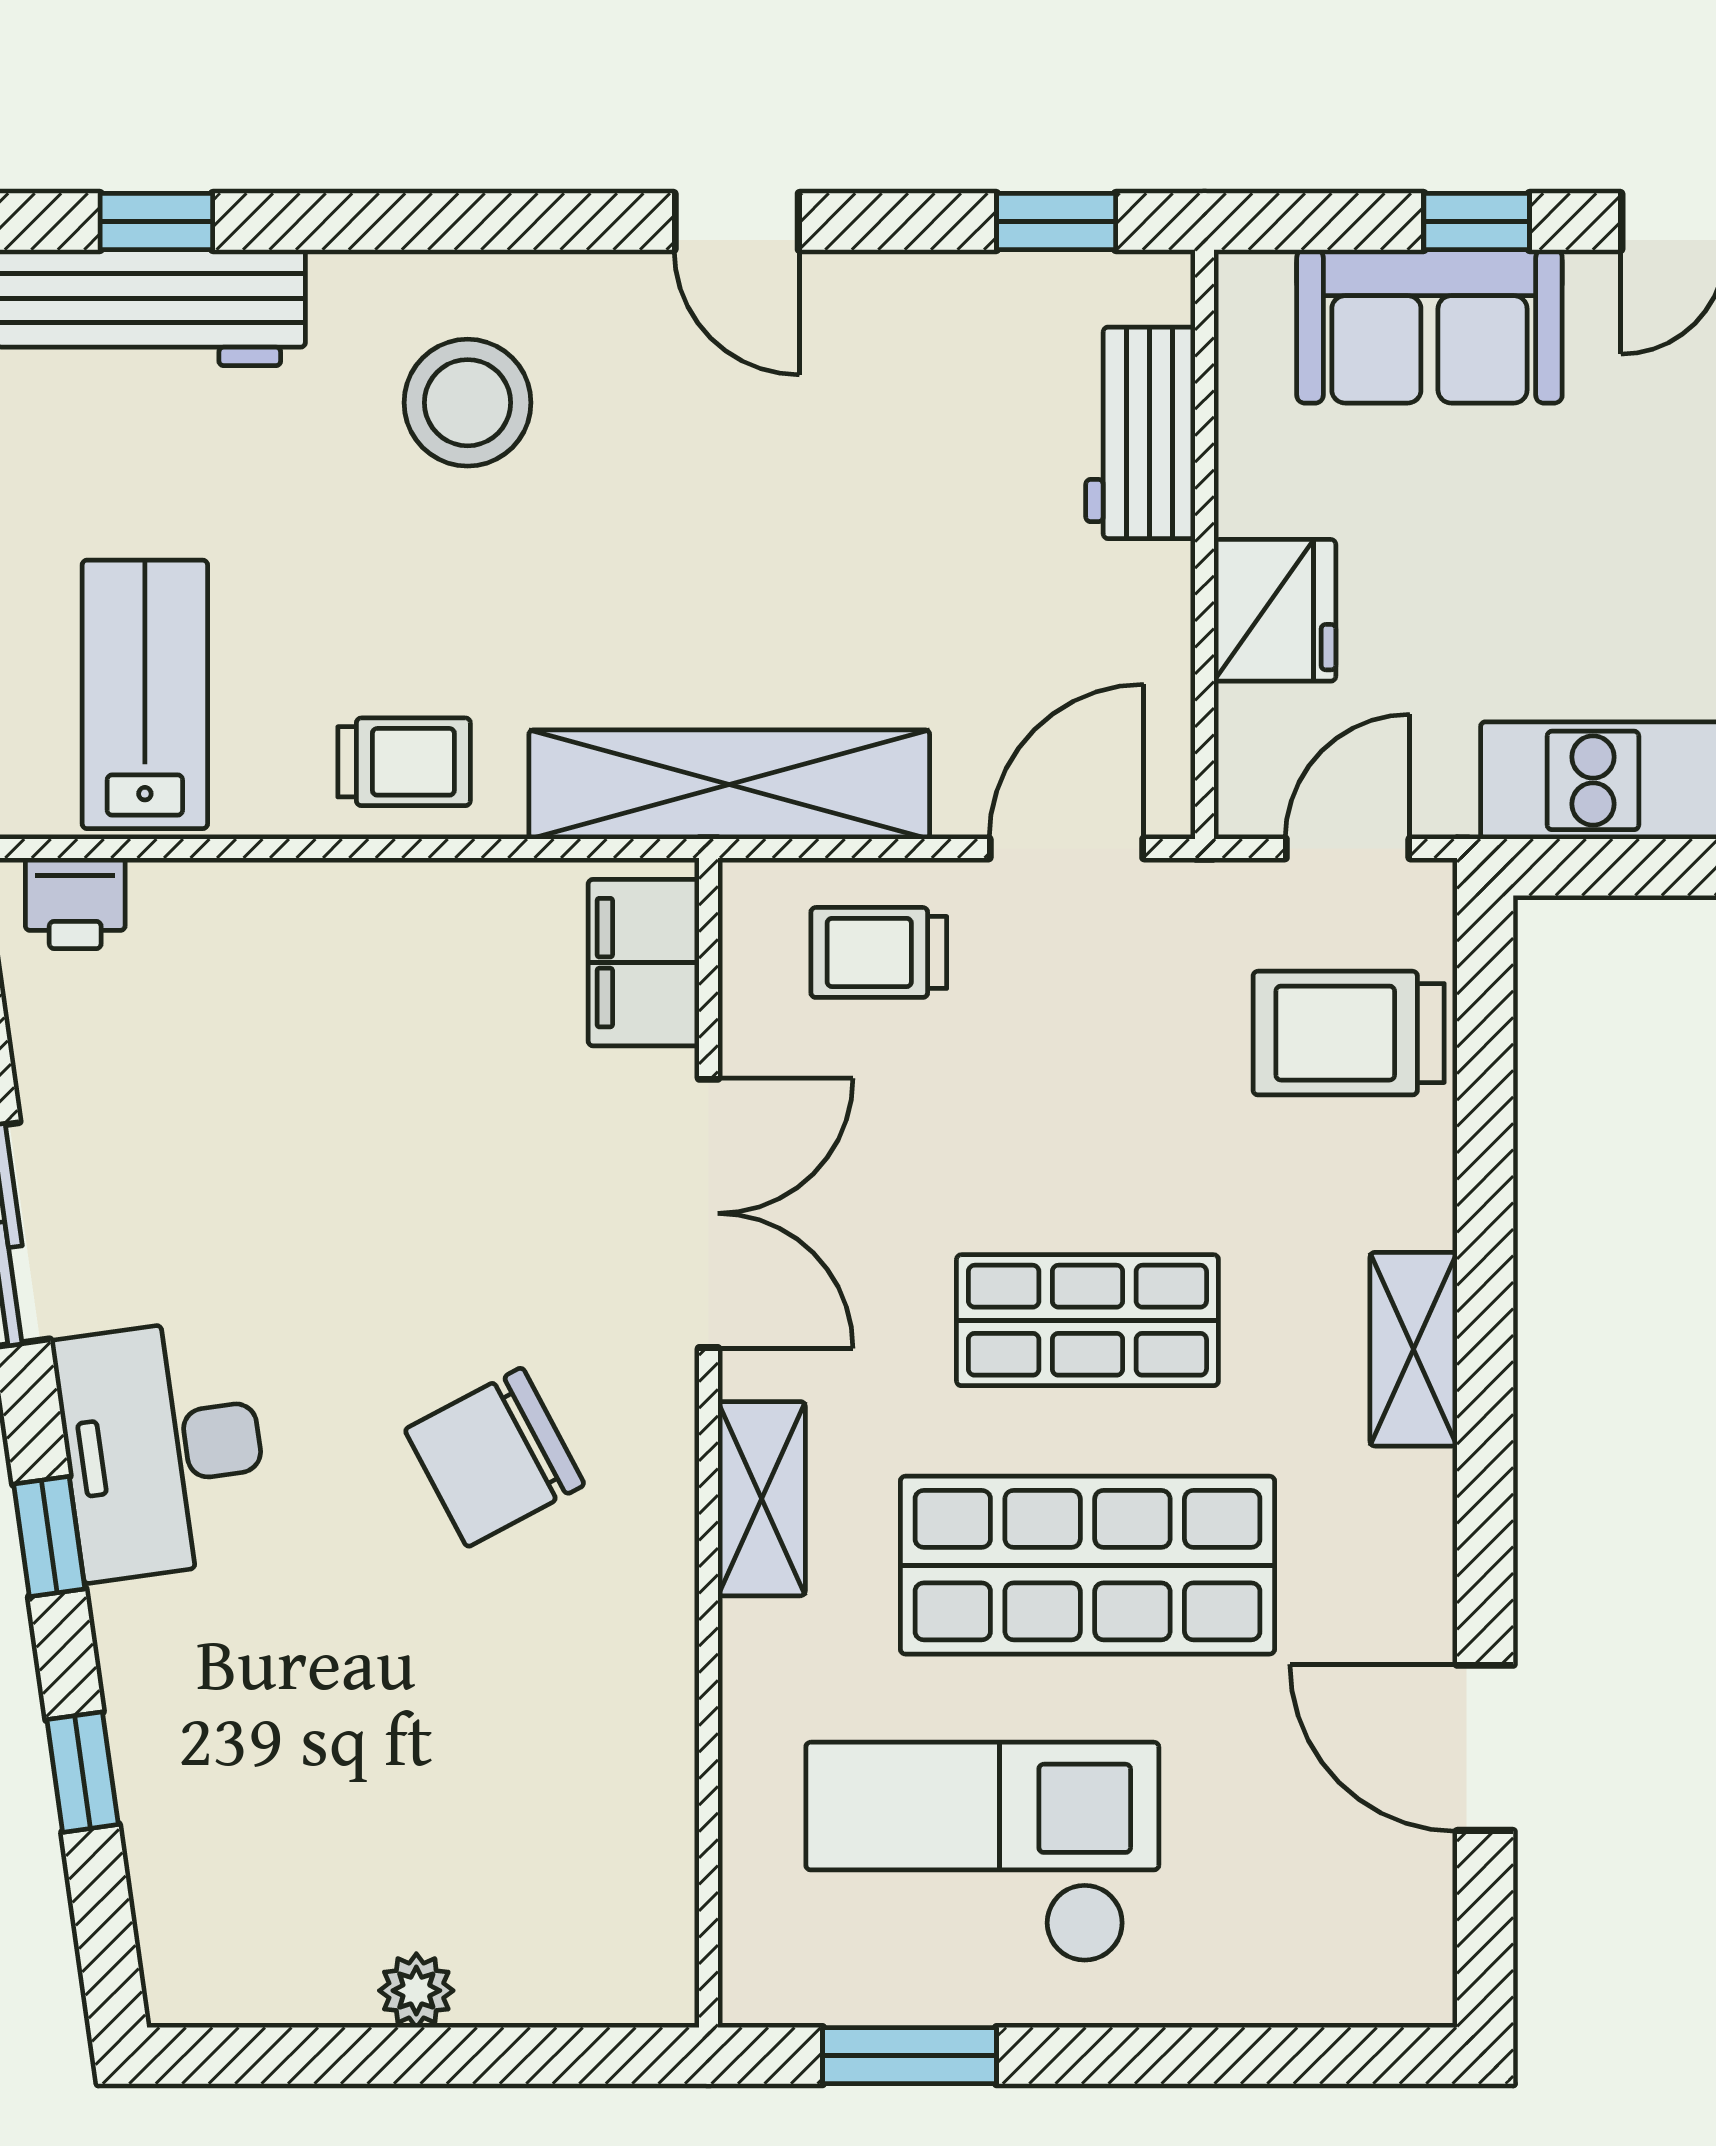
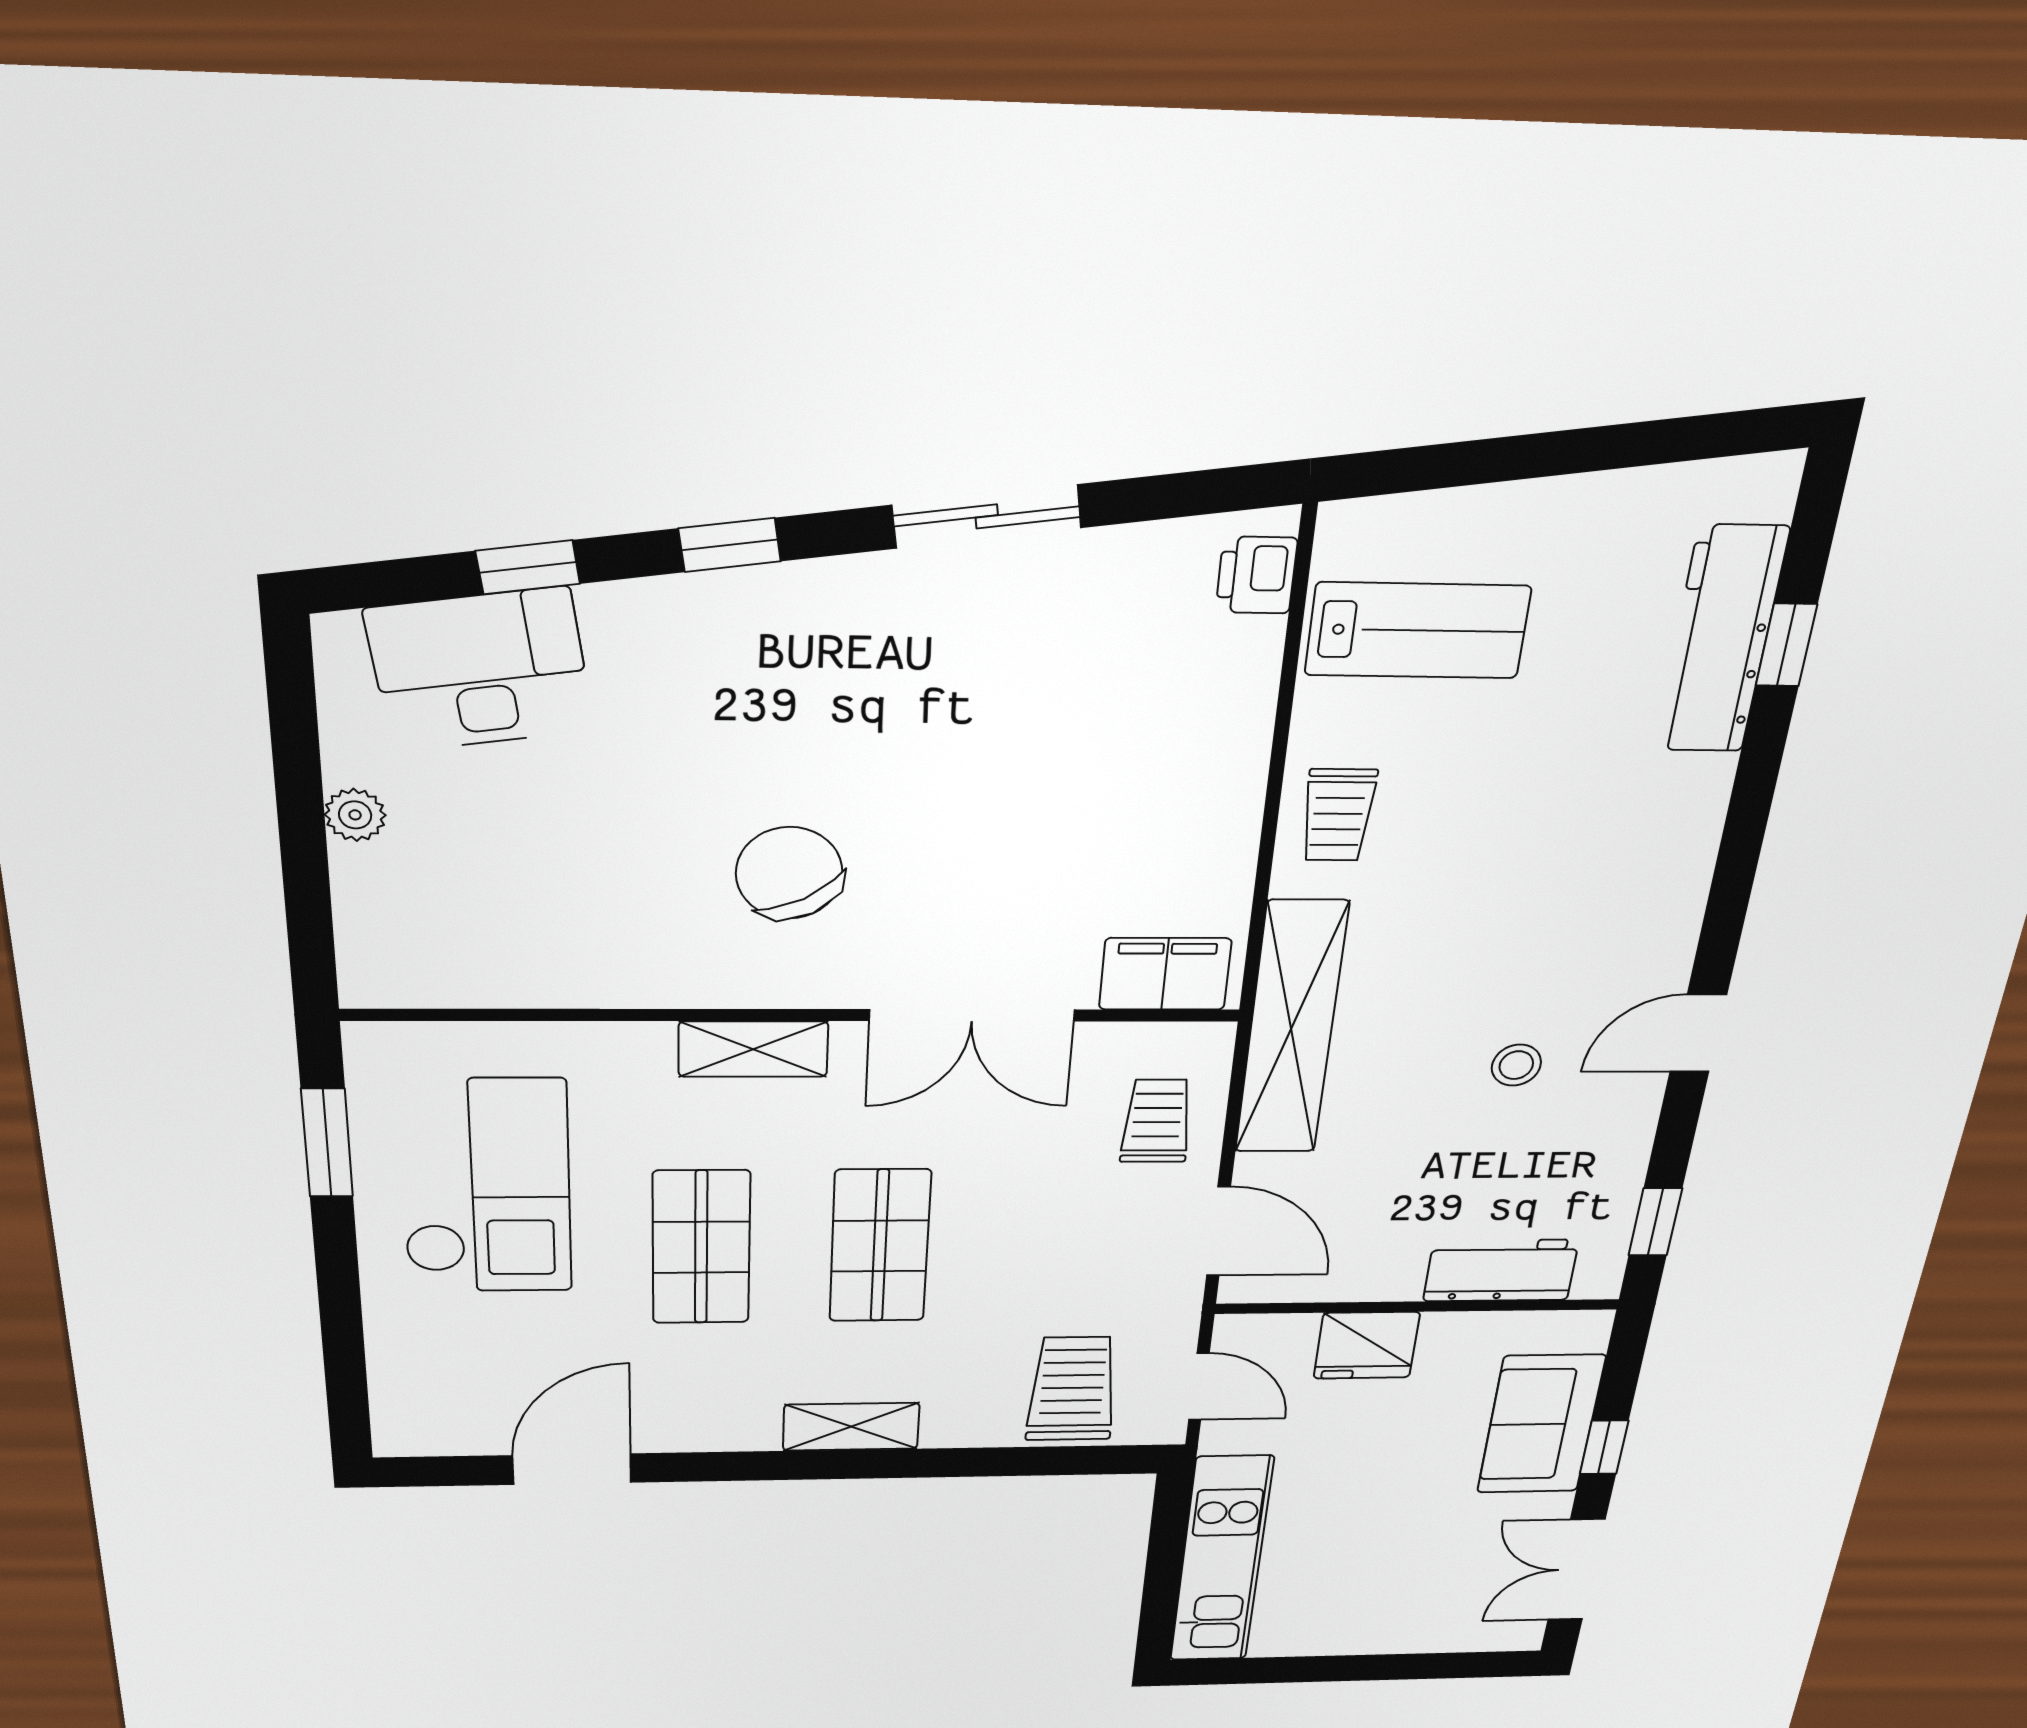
stool: (468, 403) -> (1516, 1065), moved, width x0.53, depth x0.53
desk: (163, 1449) -> (480, 670), moved
shop shelf: (1087, 1565) -> (701, 1247), width x0.70, depth x0.74

